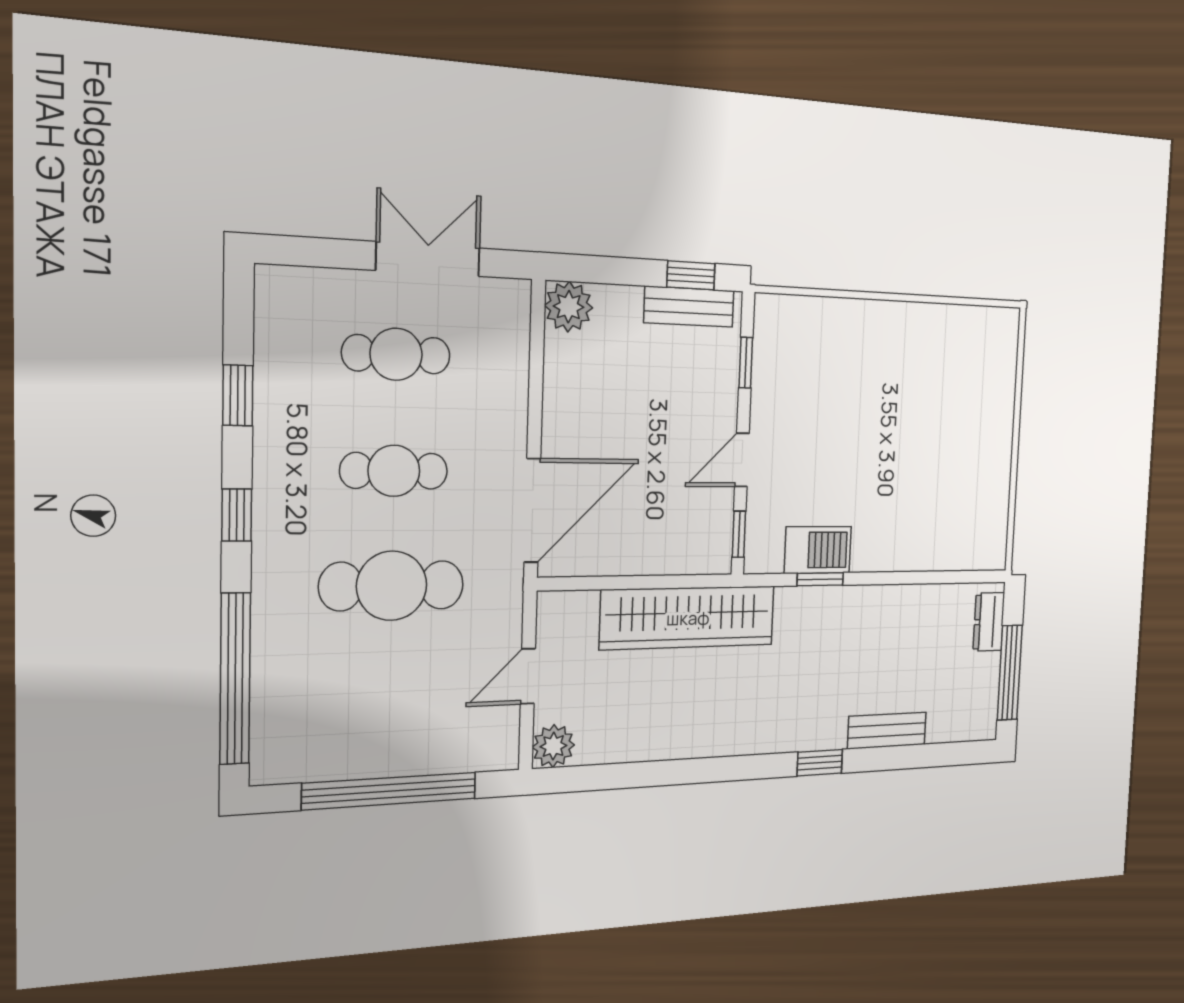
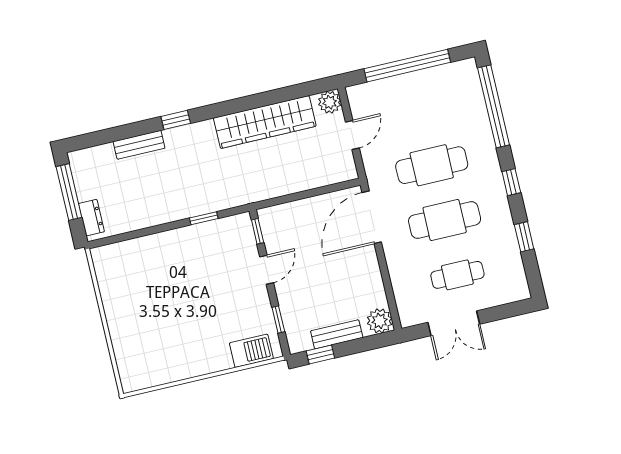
bench: (689, 307) -> (337, 334), moved
cafe table: (394, 471) -> (445, 220), width x1.37, depth x1.35
barbecue: (818, 550) -> (251, 351), moved, turned 180
wardrobe: (688, 618) -> (265, 122), moved, turned 180

